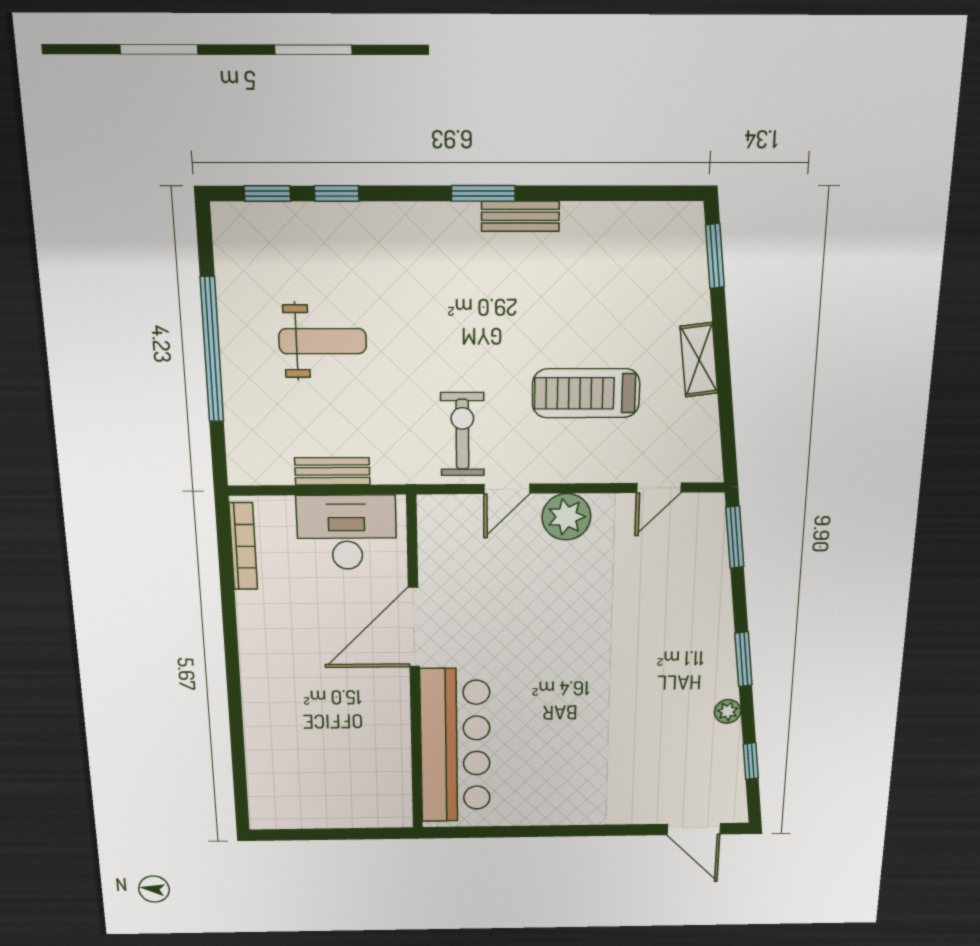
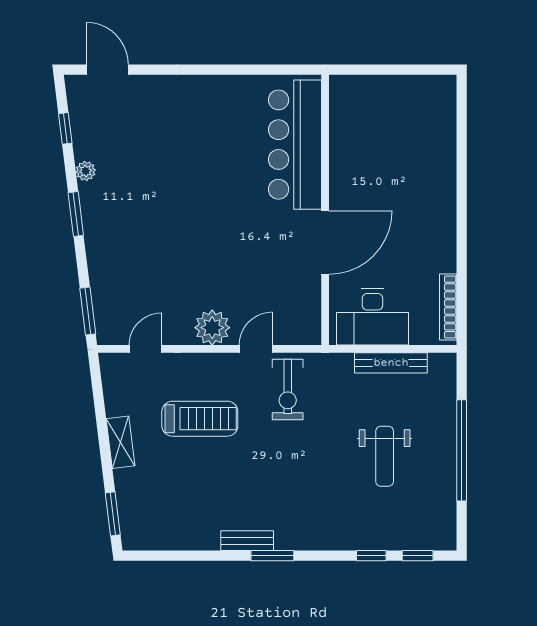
weight bench: (323, 341) -> (385, 456), turned -90
bench: (332, 471) -> (391, 363), width x1.36

